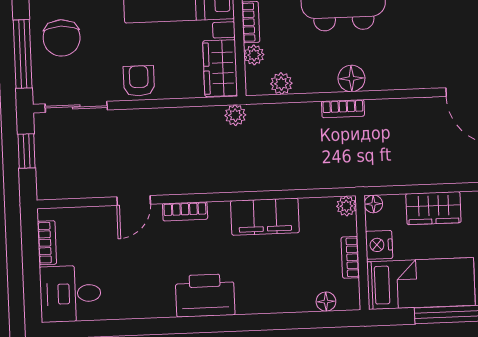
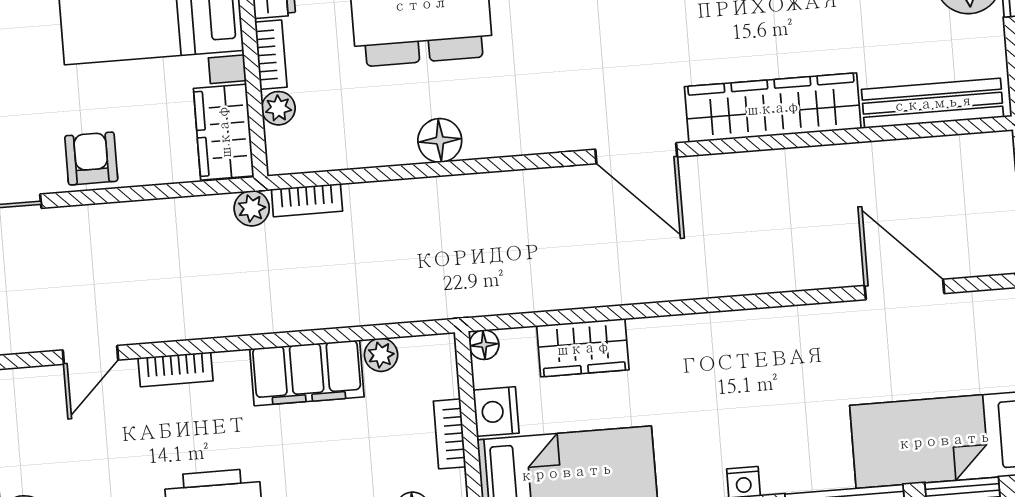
plant: (281, 84) -> (325, 153), removed
bookcase: (343, 109) -> (307, 200), moved
plant: (346, 206) -> (381, 355), moved

